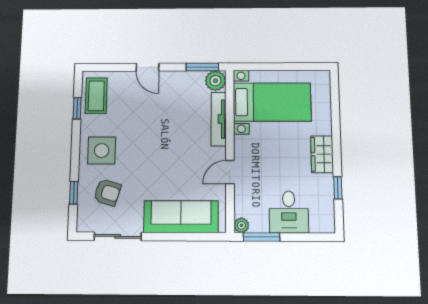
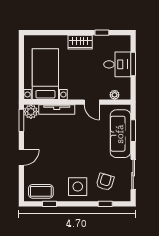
plant: (241, 225) -> (115, 95), moved
window: (186, 237) -> (133, 131), added
window: (262, 237) -> (133, 64), moved

